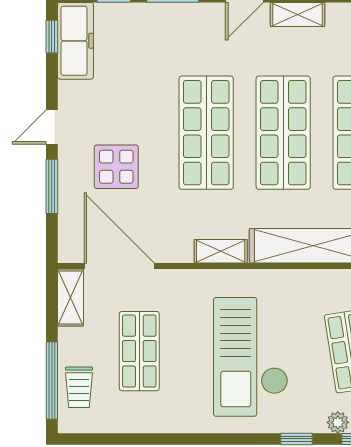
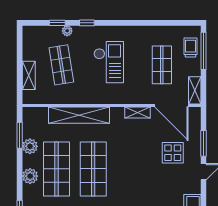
shop shelf: (206, 133) -> (130, 169), removed
shelving: (221, 251) -> (138, 112), moved
checkout: (251, 357) -> (109, 62), width x0.73, depth x0.83

